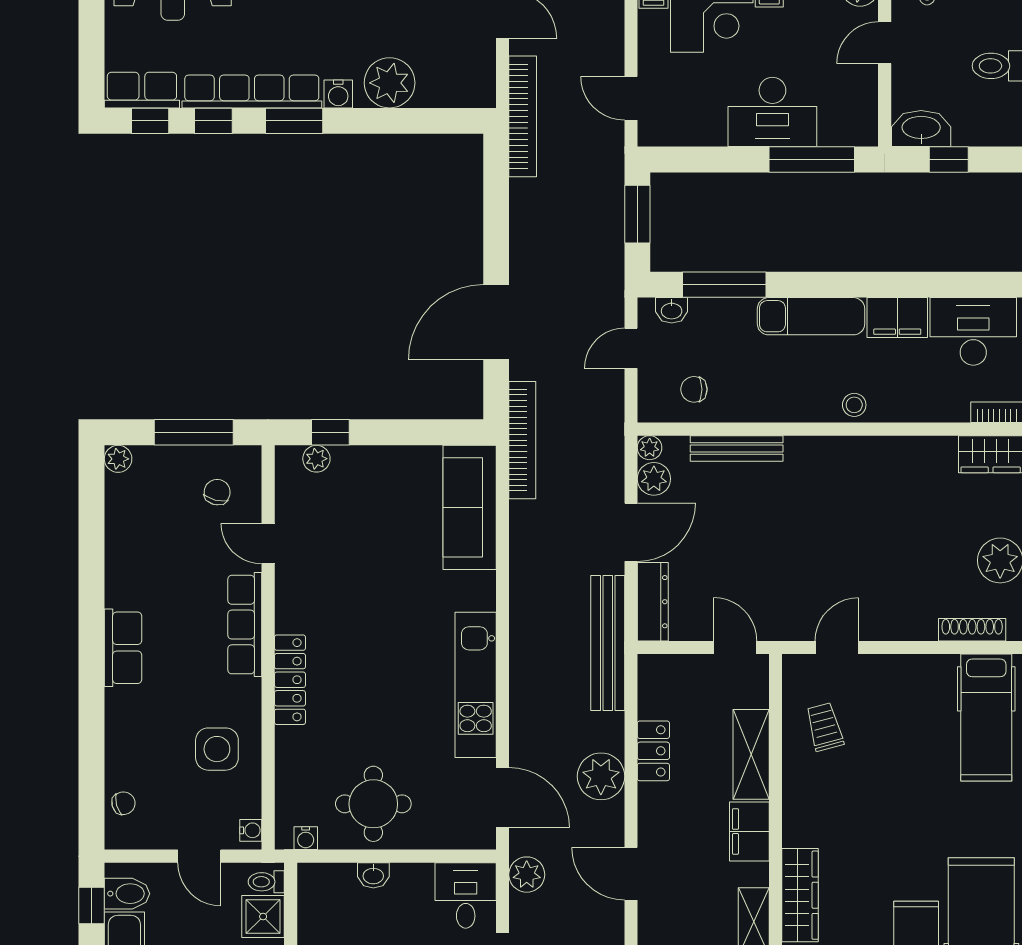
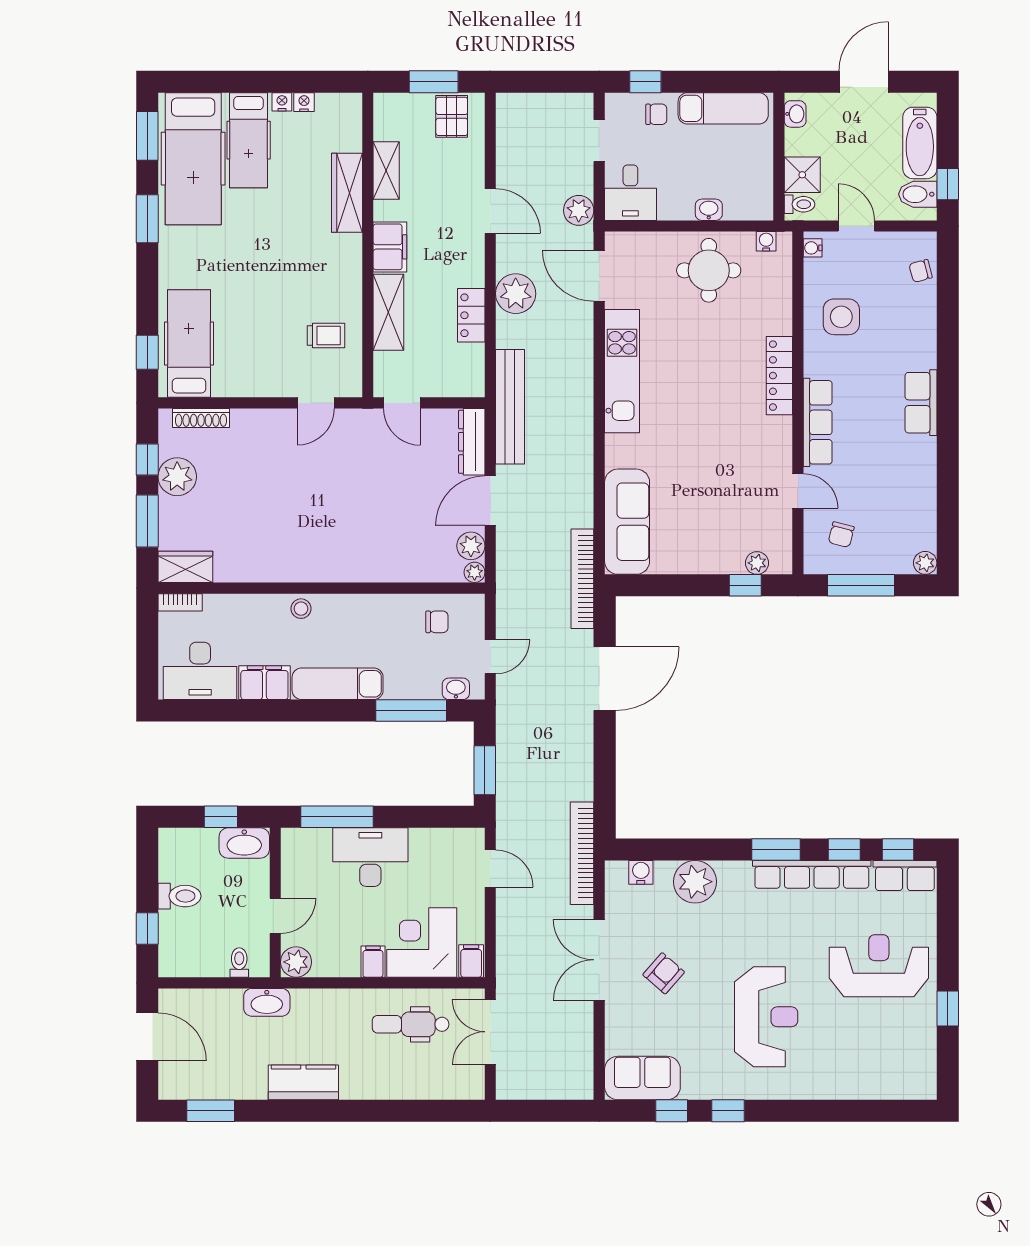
water cooler: (338, 94) -> (641, 872), moved
bench: (737, 448) -> (401, 572), removed
trolley: (825, 727) -> (326, 336), turned -75

